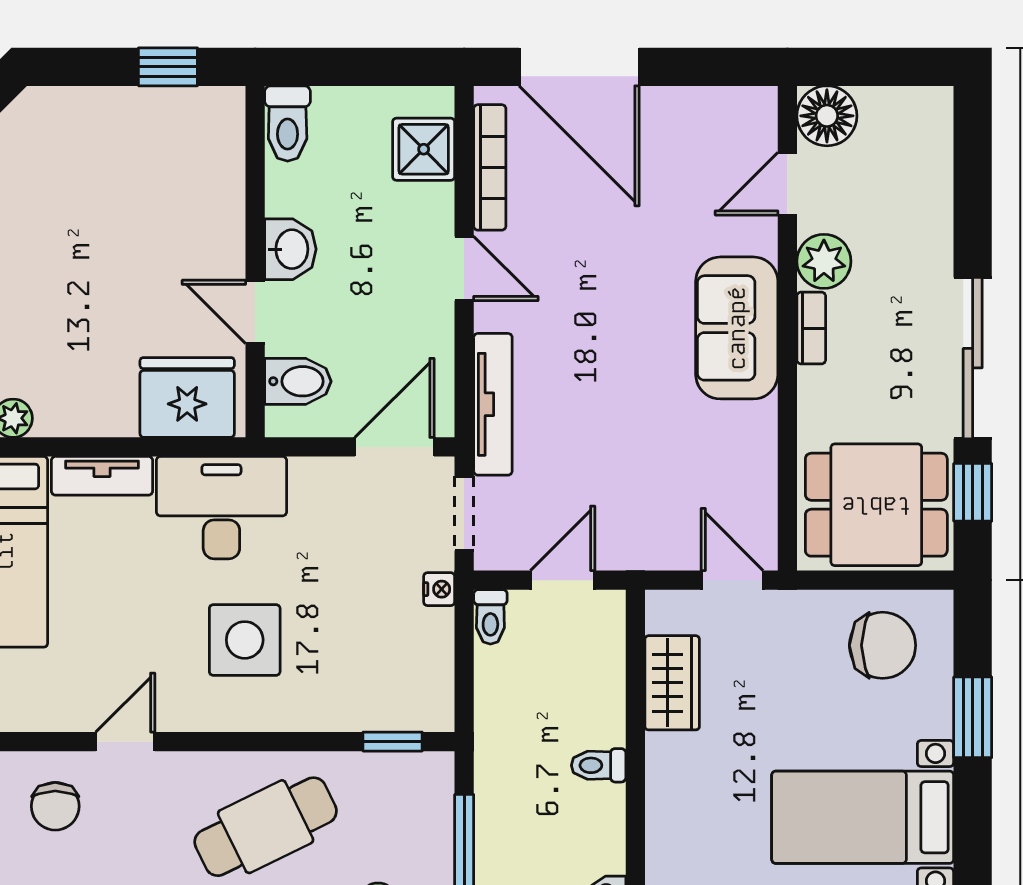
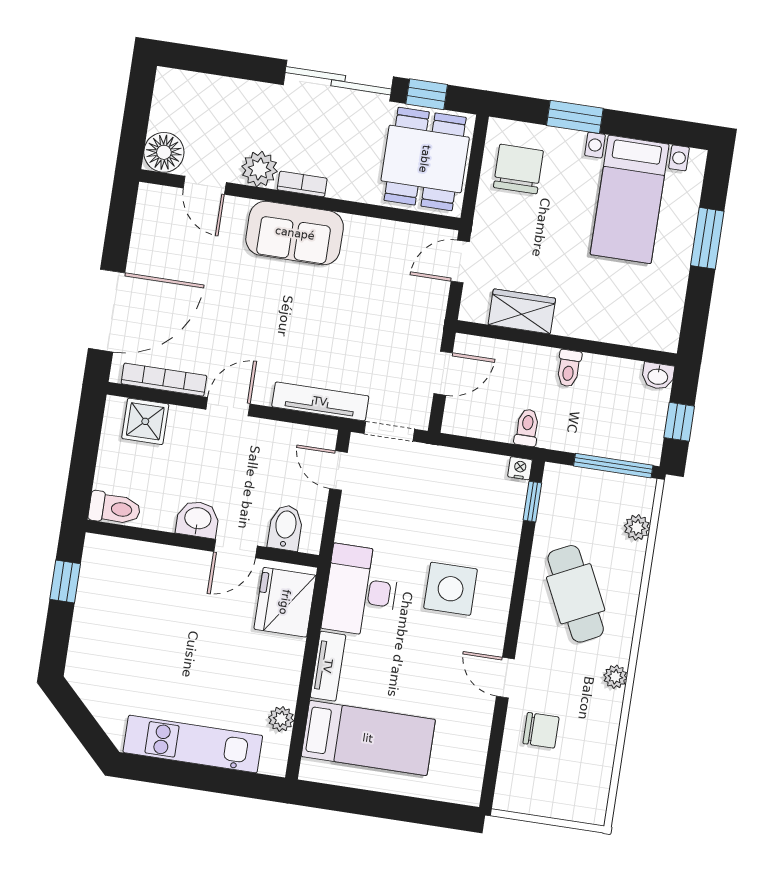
door: (394, 447) -> (338, 471), width x0.73
door: (563, 580) -> (443, 373), swing flipped
nightstand: (439, 589) -> (520, 468), moved
toilet: (490, 617) -> (527, 428), moved, turned -90

